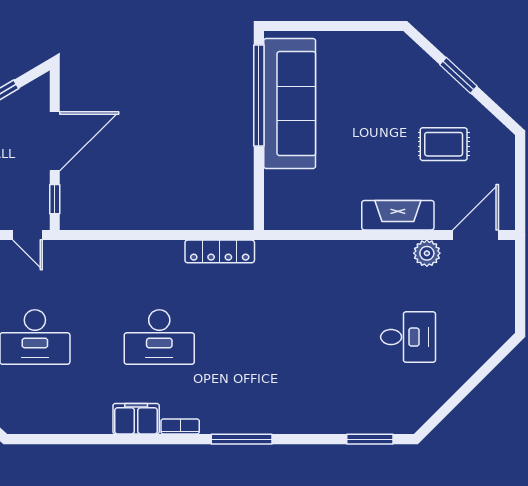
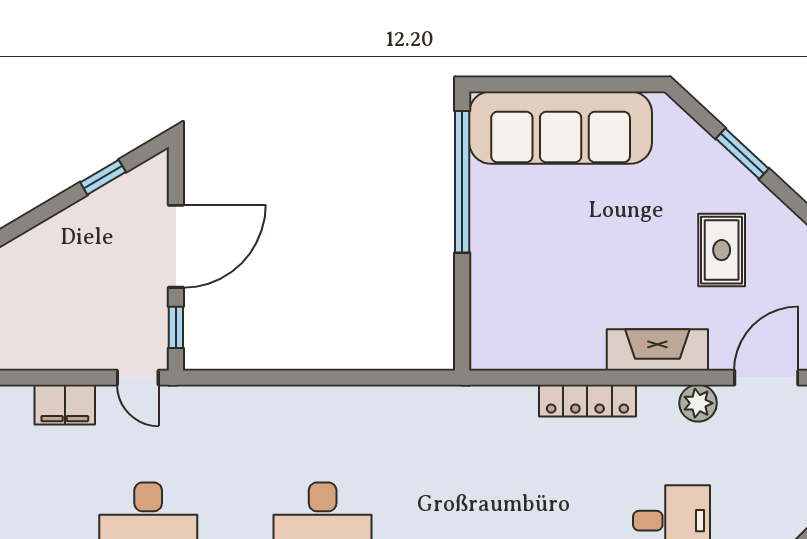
sofa: (290, 104) -> (561, 128), moved, turned 90
rug: (444, 144) -> (722, 250), turned 90
locker: (220, 251) -> (587, 401), moved

